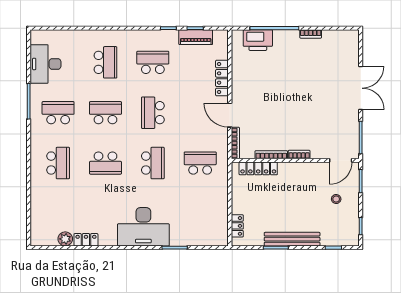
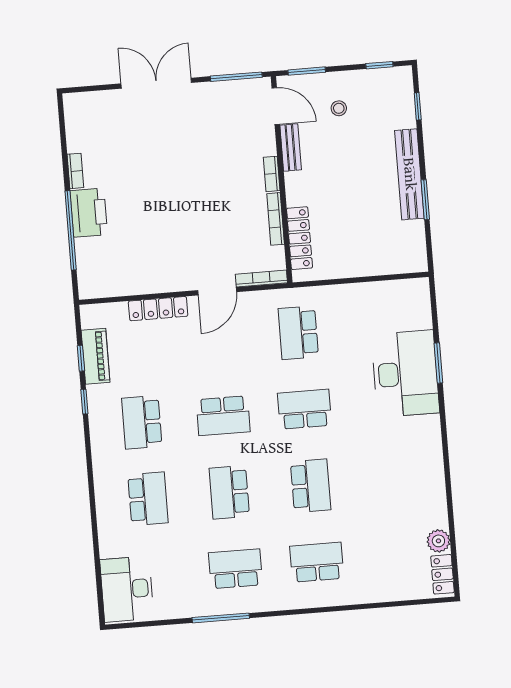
printer: (258, 40) -> (89, 213), moved
school desk: (105, 62) -> (148, 499), turned 90
desk: (46, 64) -> (127, 589), moved, turned 90
school desk: (58, 113) -> (235, 569), turned 90
bench: (314, 167) -> (291, 147), added
locker: (237, 226) -> (395, 265), removed
desk: (143, 227) -> (405, 374), moved
locker: (86, 240) -> (443, 574), moved

